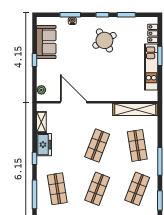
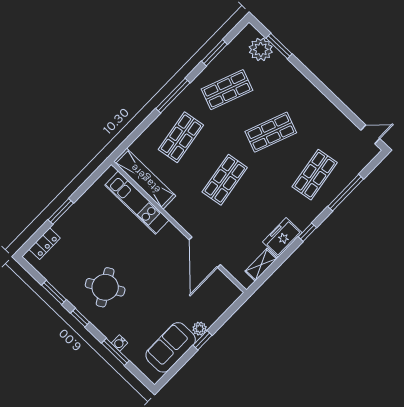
kitchen unit: (151, 67) -> (137, 203), moved, turned 90
plant: (41, 90) -> (200, 329), moved
shop shelf: (97, 145) -> (225, 180), turned -30

